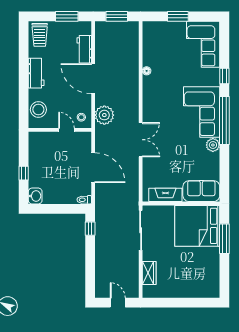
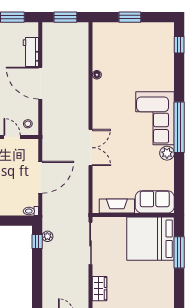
corner sofa: (203, 44) -> (157, 47), removed
window: (224, 76) -> (179, 45), moved
plant: (104, 115) -> (47, 236), moved, width x0.53, depth x0.53
door: (93, 168) -> (40, 177), hinge flipped

